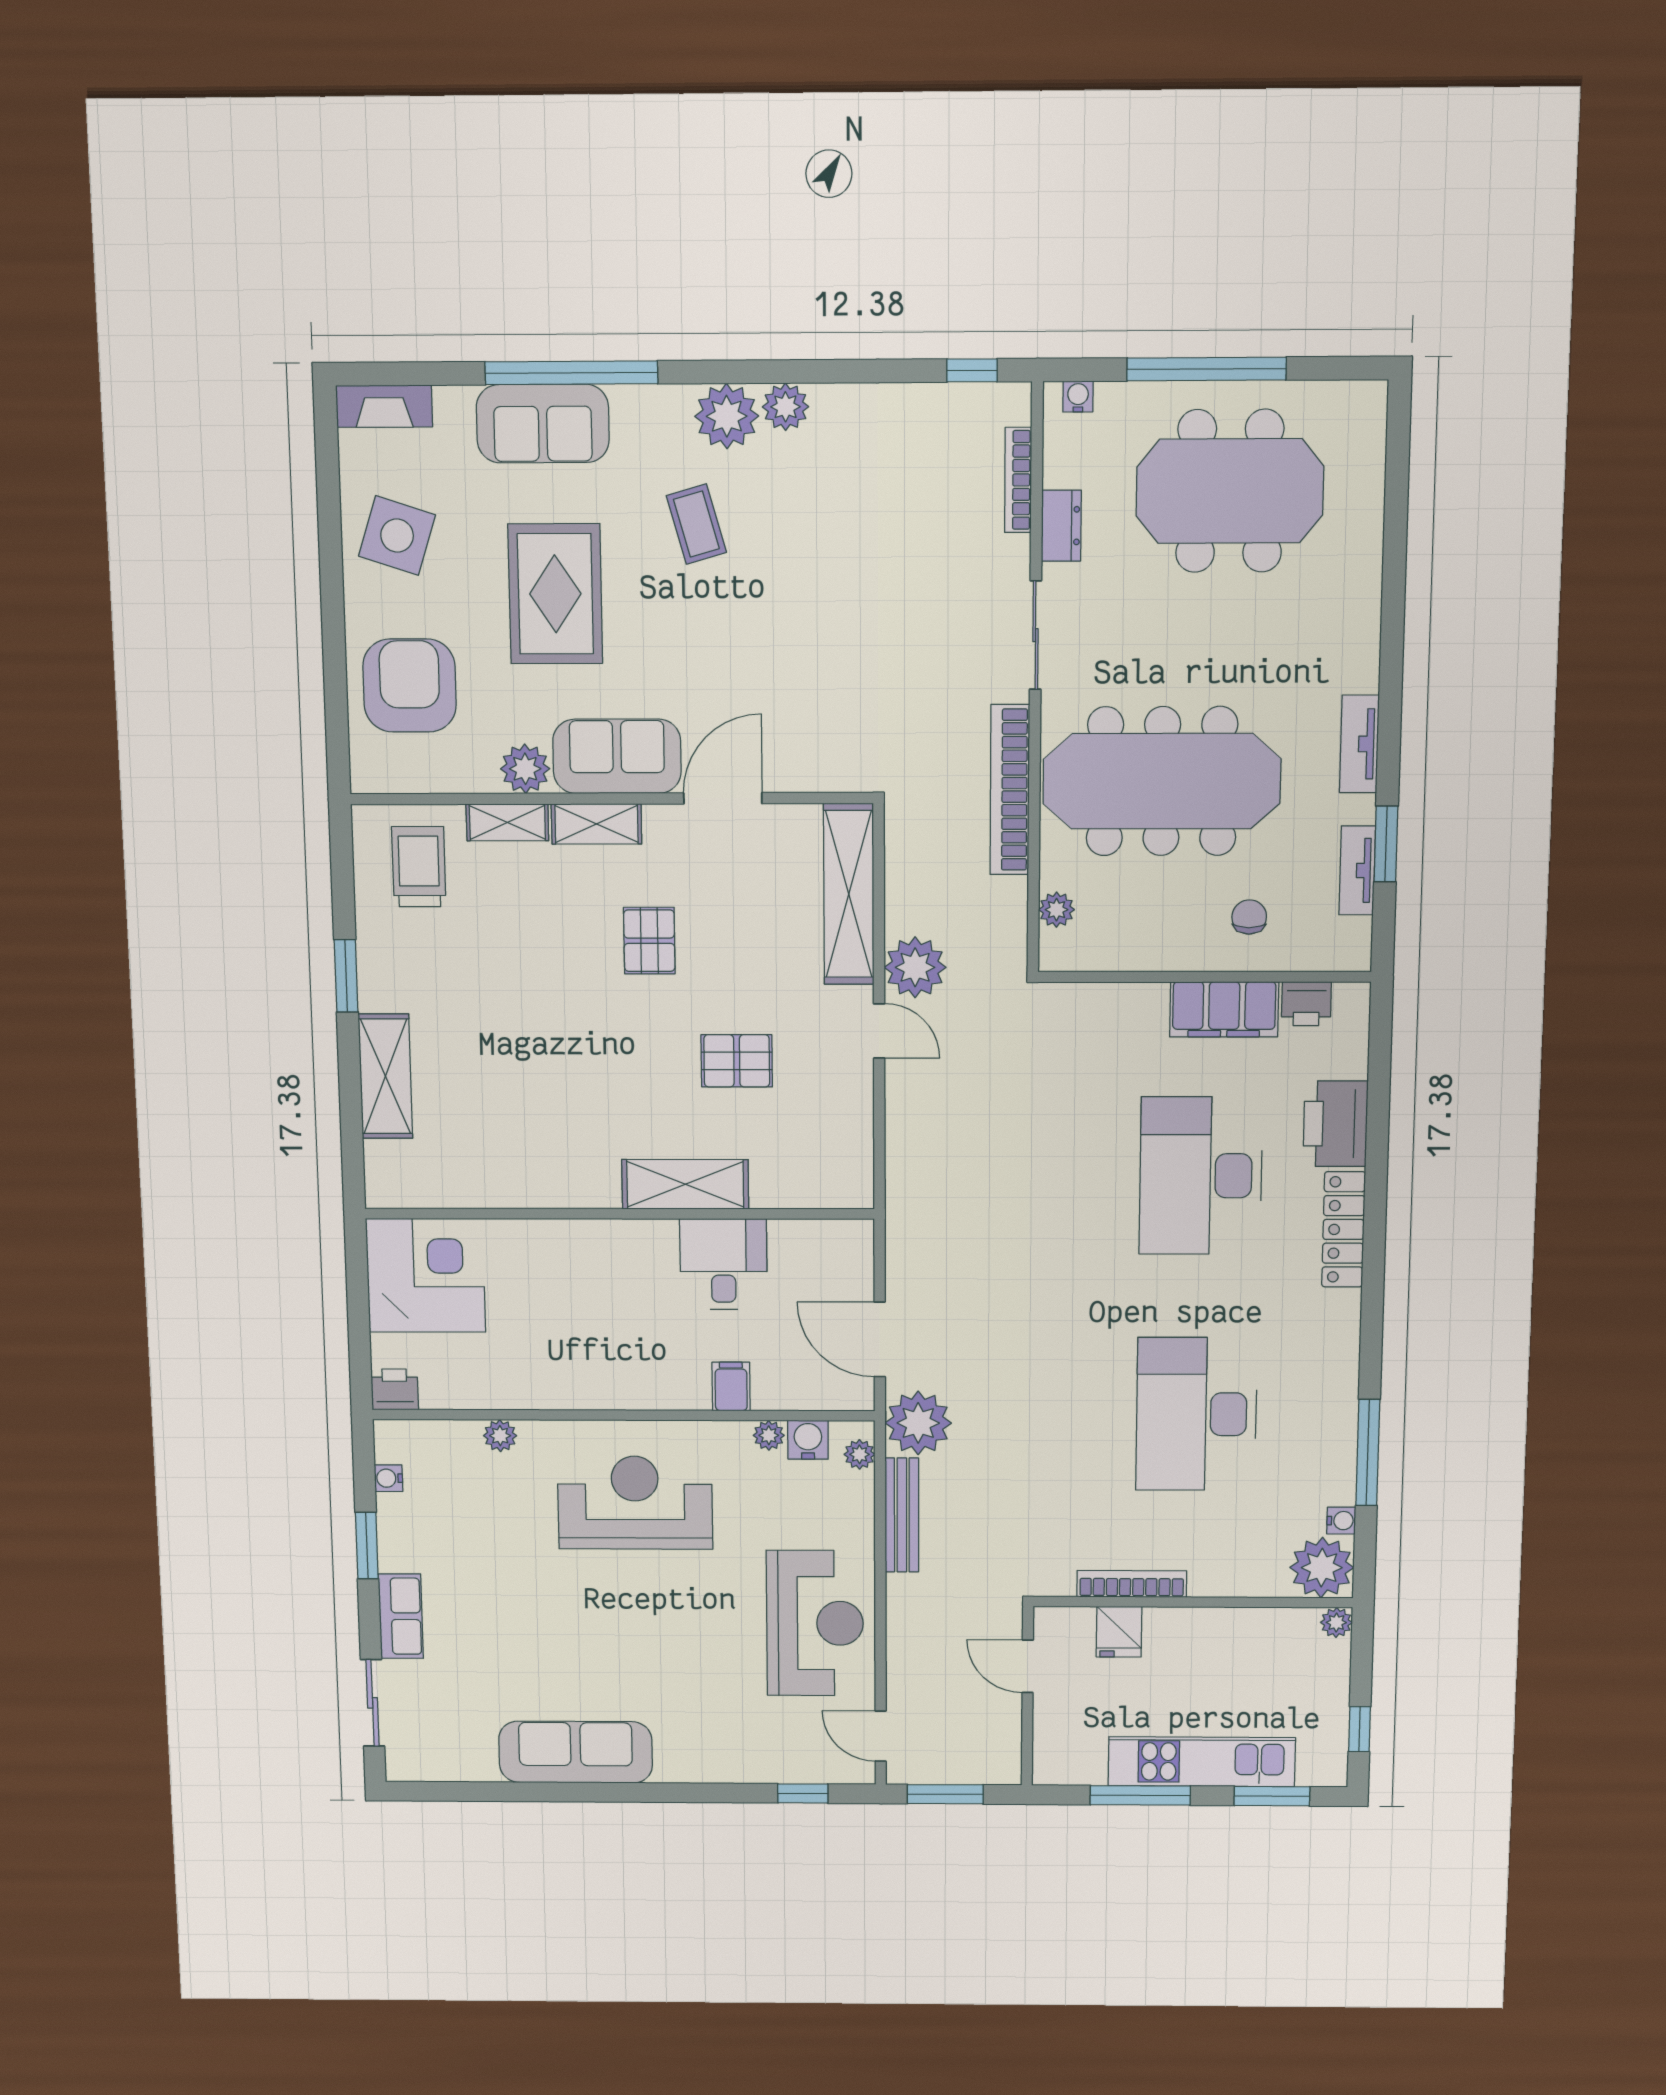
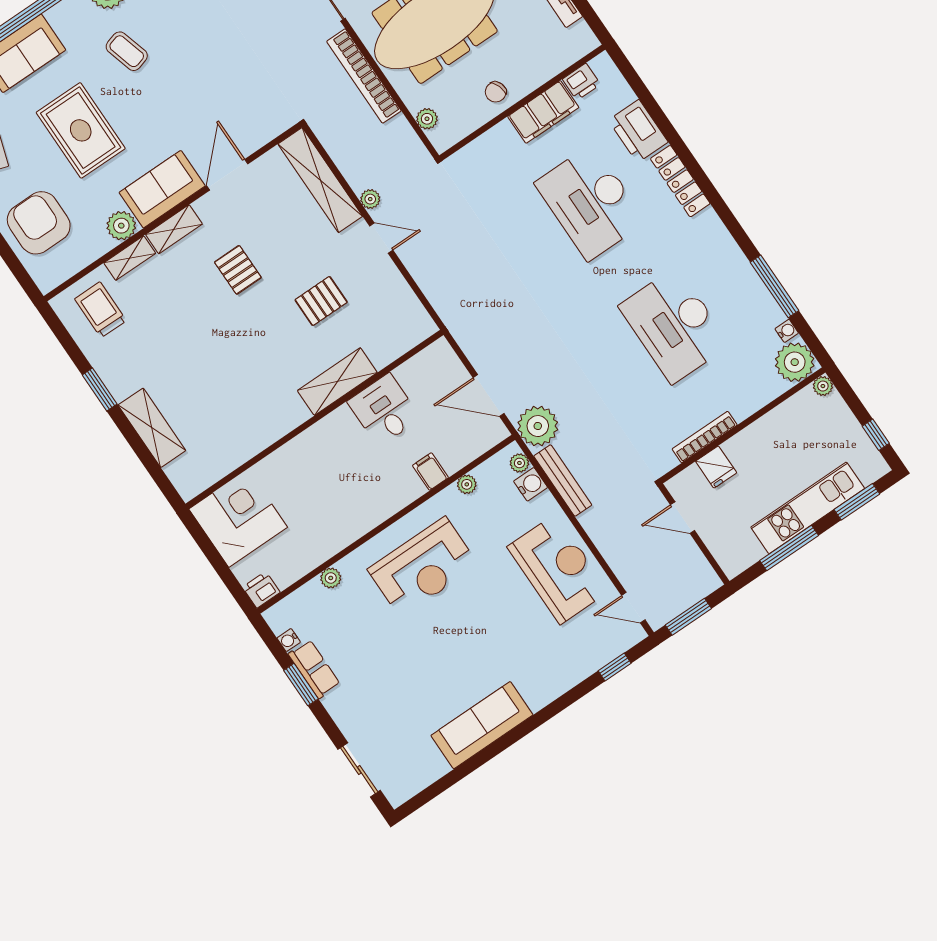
chair: (1249, 917) -> (496, 92), moved, turned -109
plant: (915, 967) -> (370, 199), width x0.53, depth x0.53
water cooler: (808, 1440) -> (531, 484), moved, turned 90
reception desk: (635, 1503) -> (423, 567), turned 180
row of seats: (401, 1616) -> (314, 669), moved

